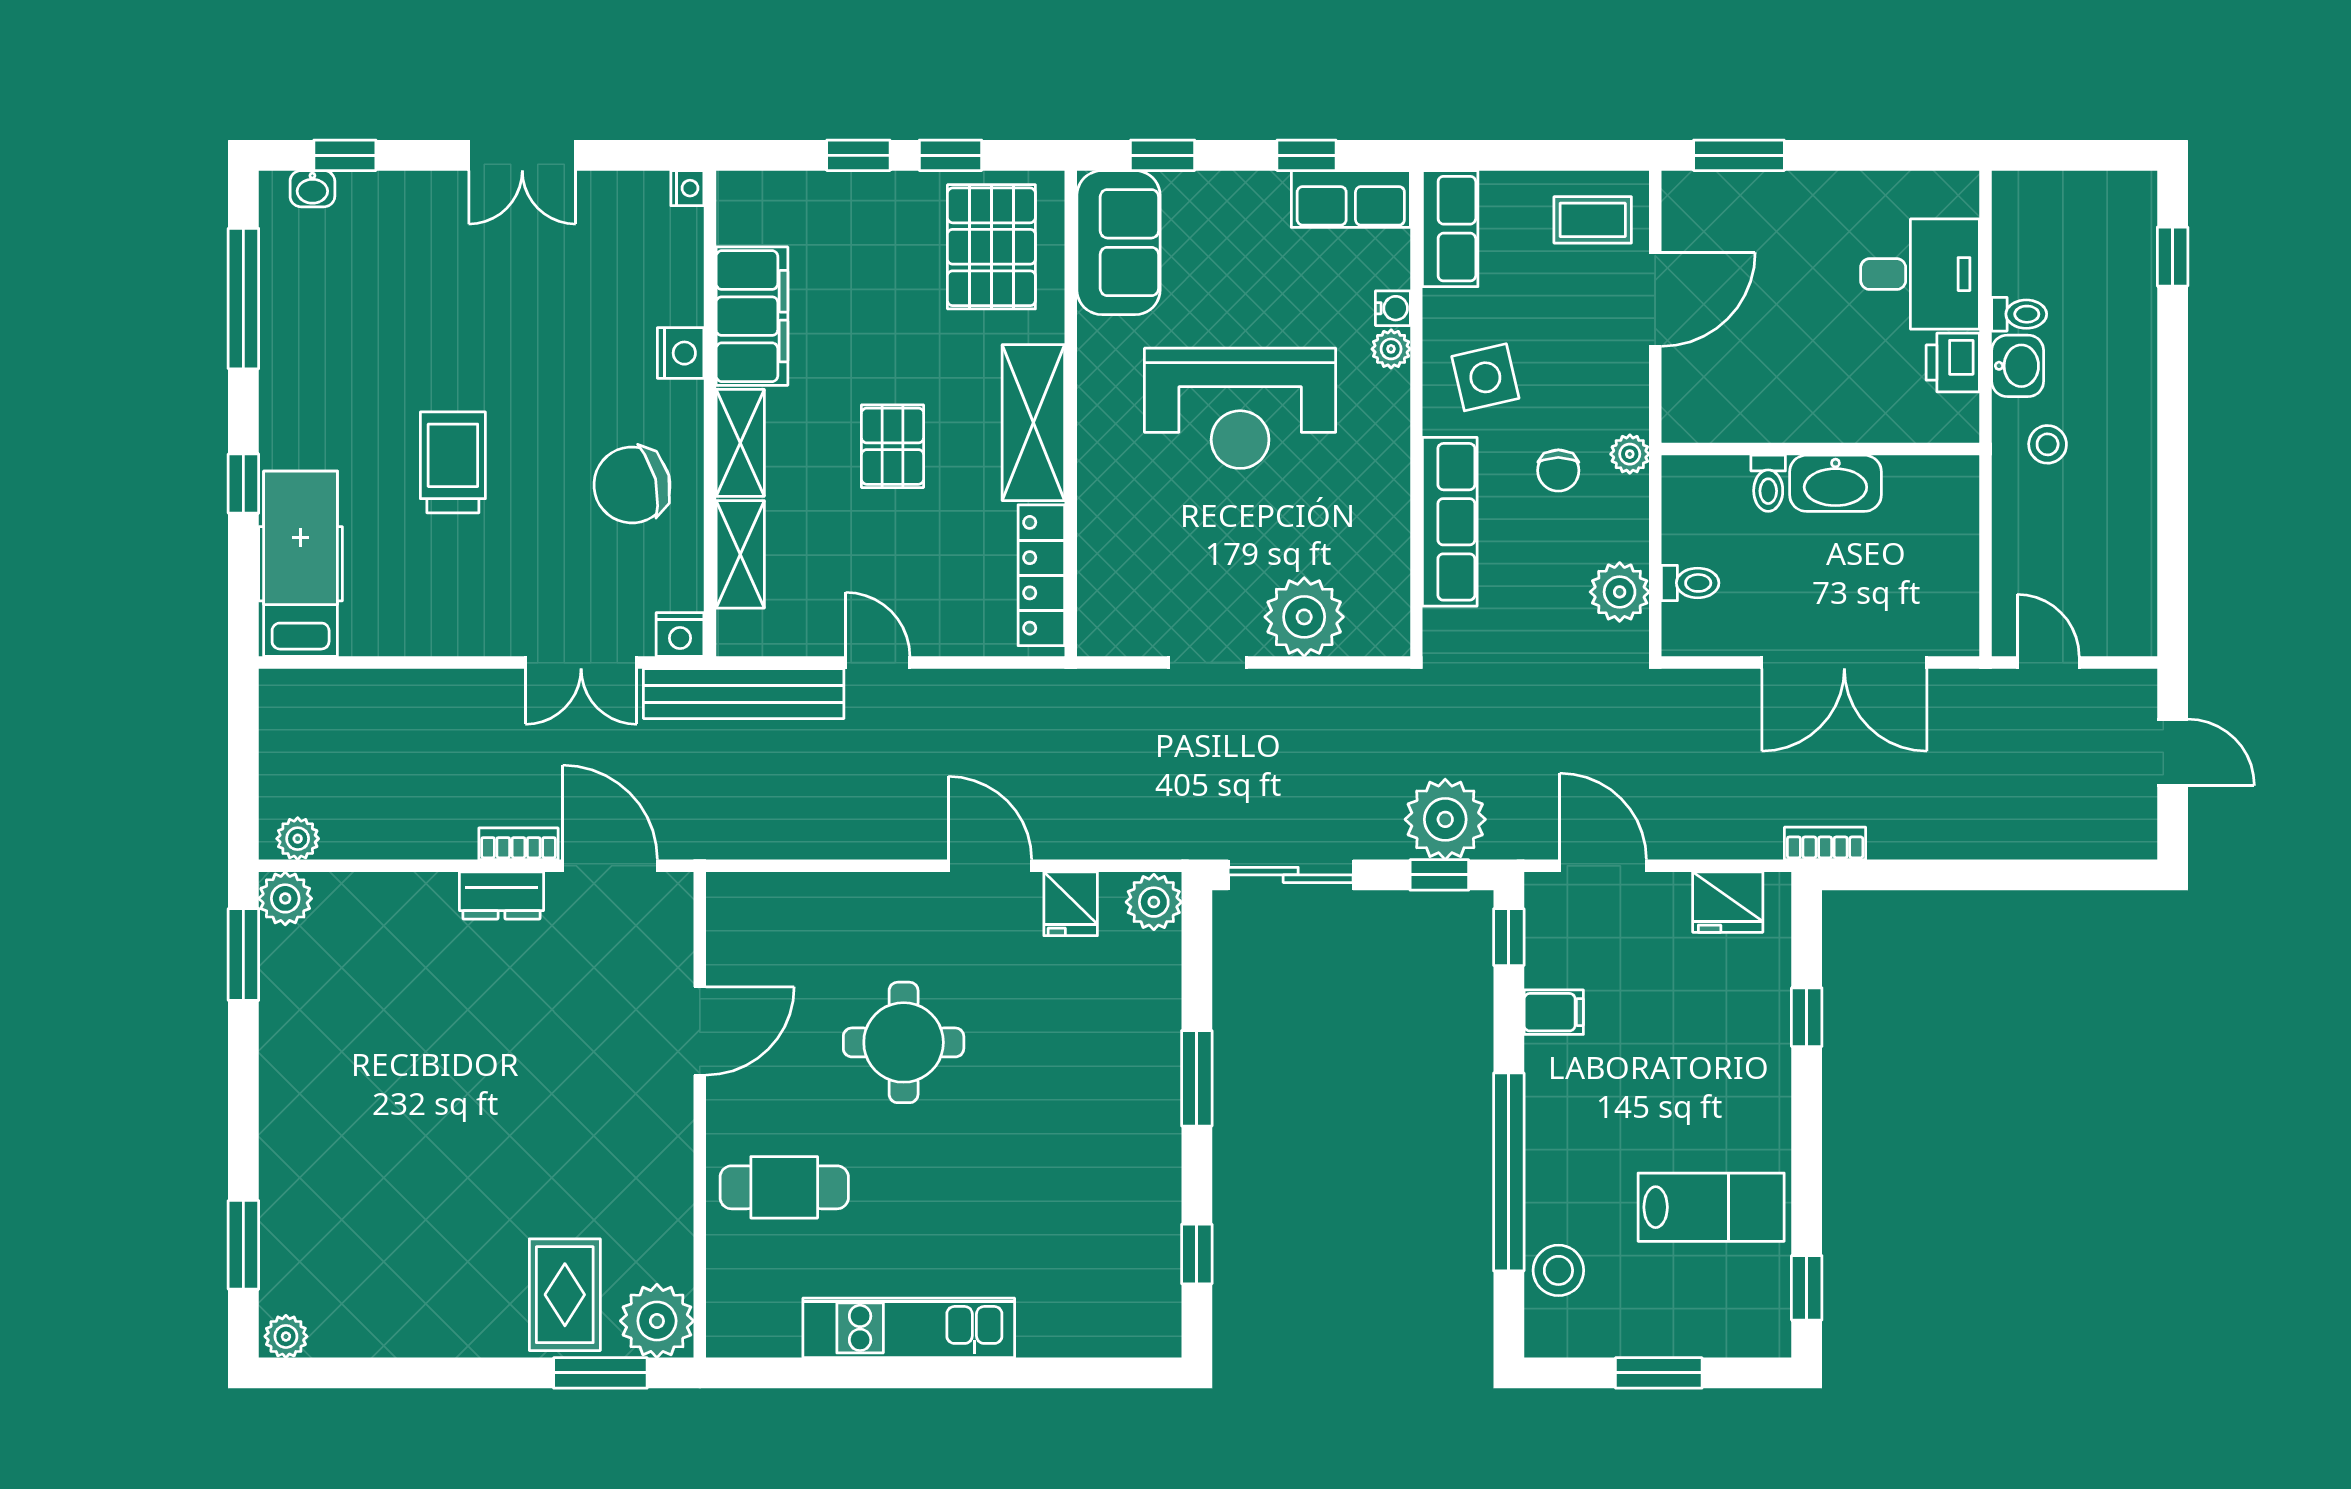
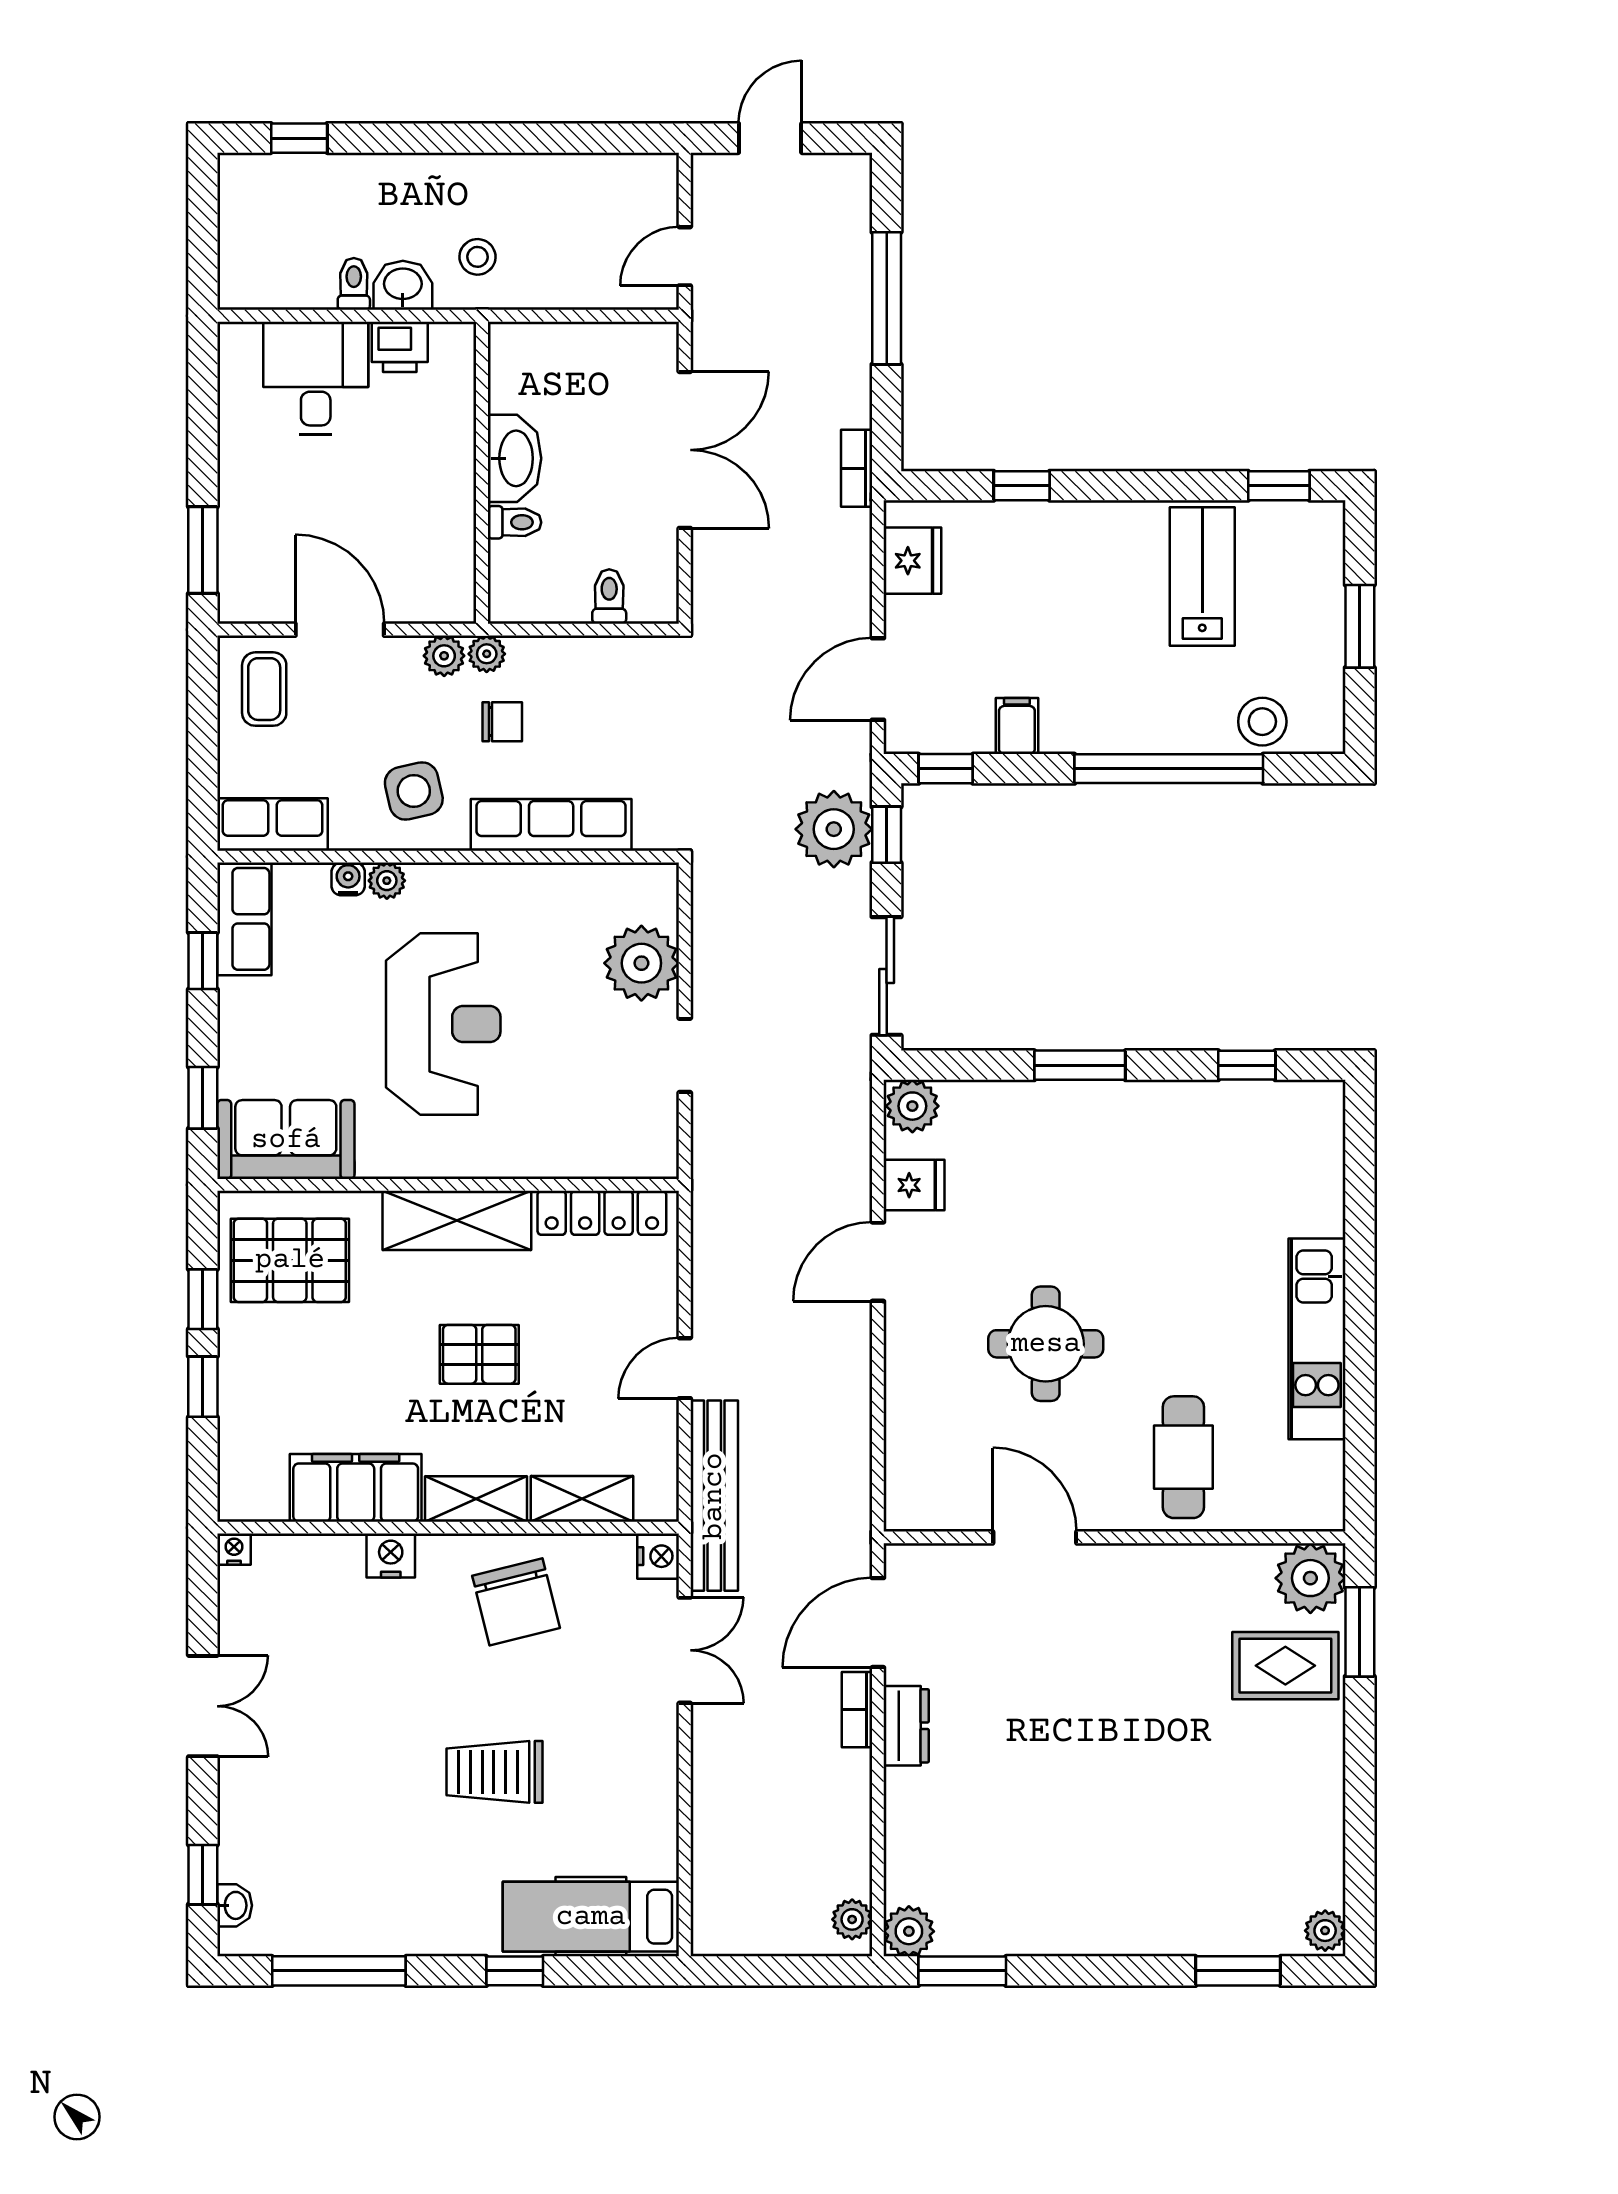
plant: (1620, 592) -> (444, 656), moved, width x0.73, depth x0.73
window: (2004, 875) -> (887, 298), added

